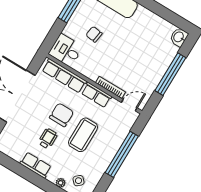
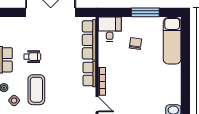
chair: (62, 115) -> (57, 56), removed
coffee table: (83, 135) -> (36, 90), moved, turned 90

